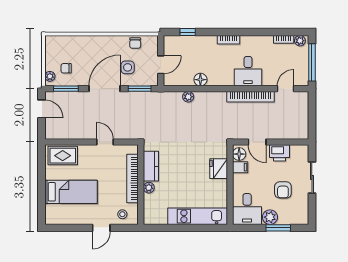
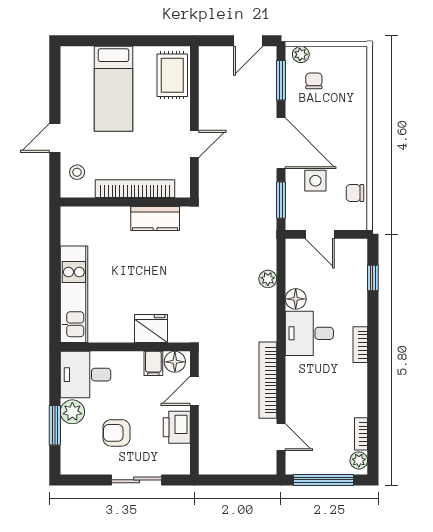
desk: (248, 71) -> (309, 333), moved
plant: (149, 188) -> (120, 215), removed
door: (101, 228) -> (55, 138), hinge flipped

